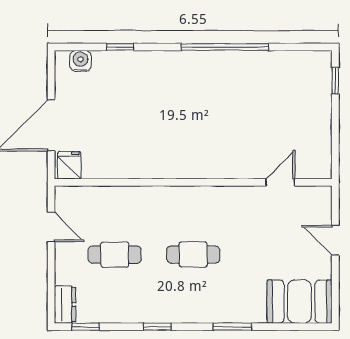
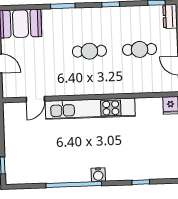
water cooler: (80, 61) -> (98, 175), moved
kitchen unit: (195, 165) -> (90, 109), added

